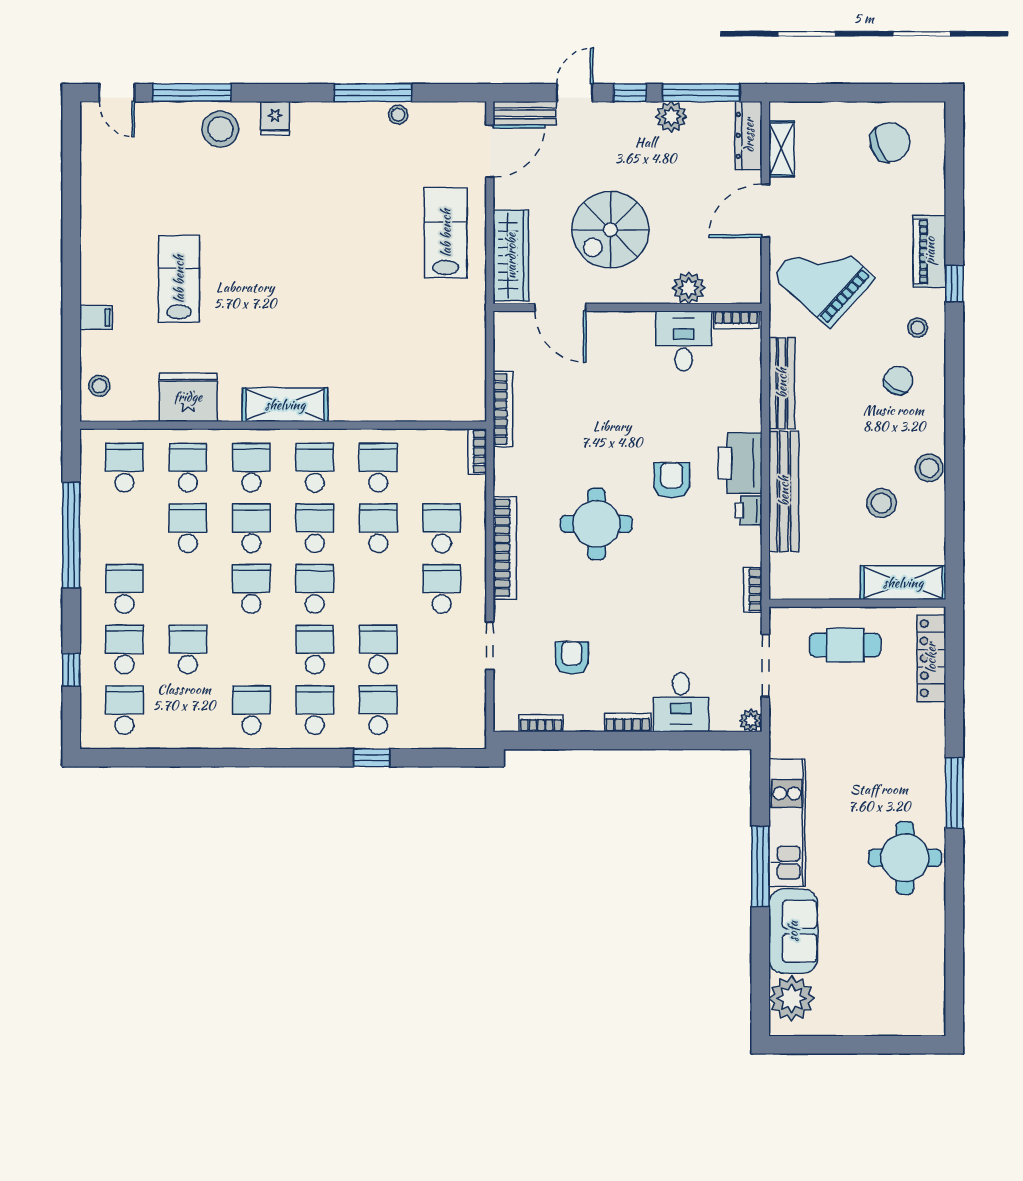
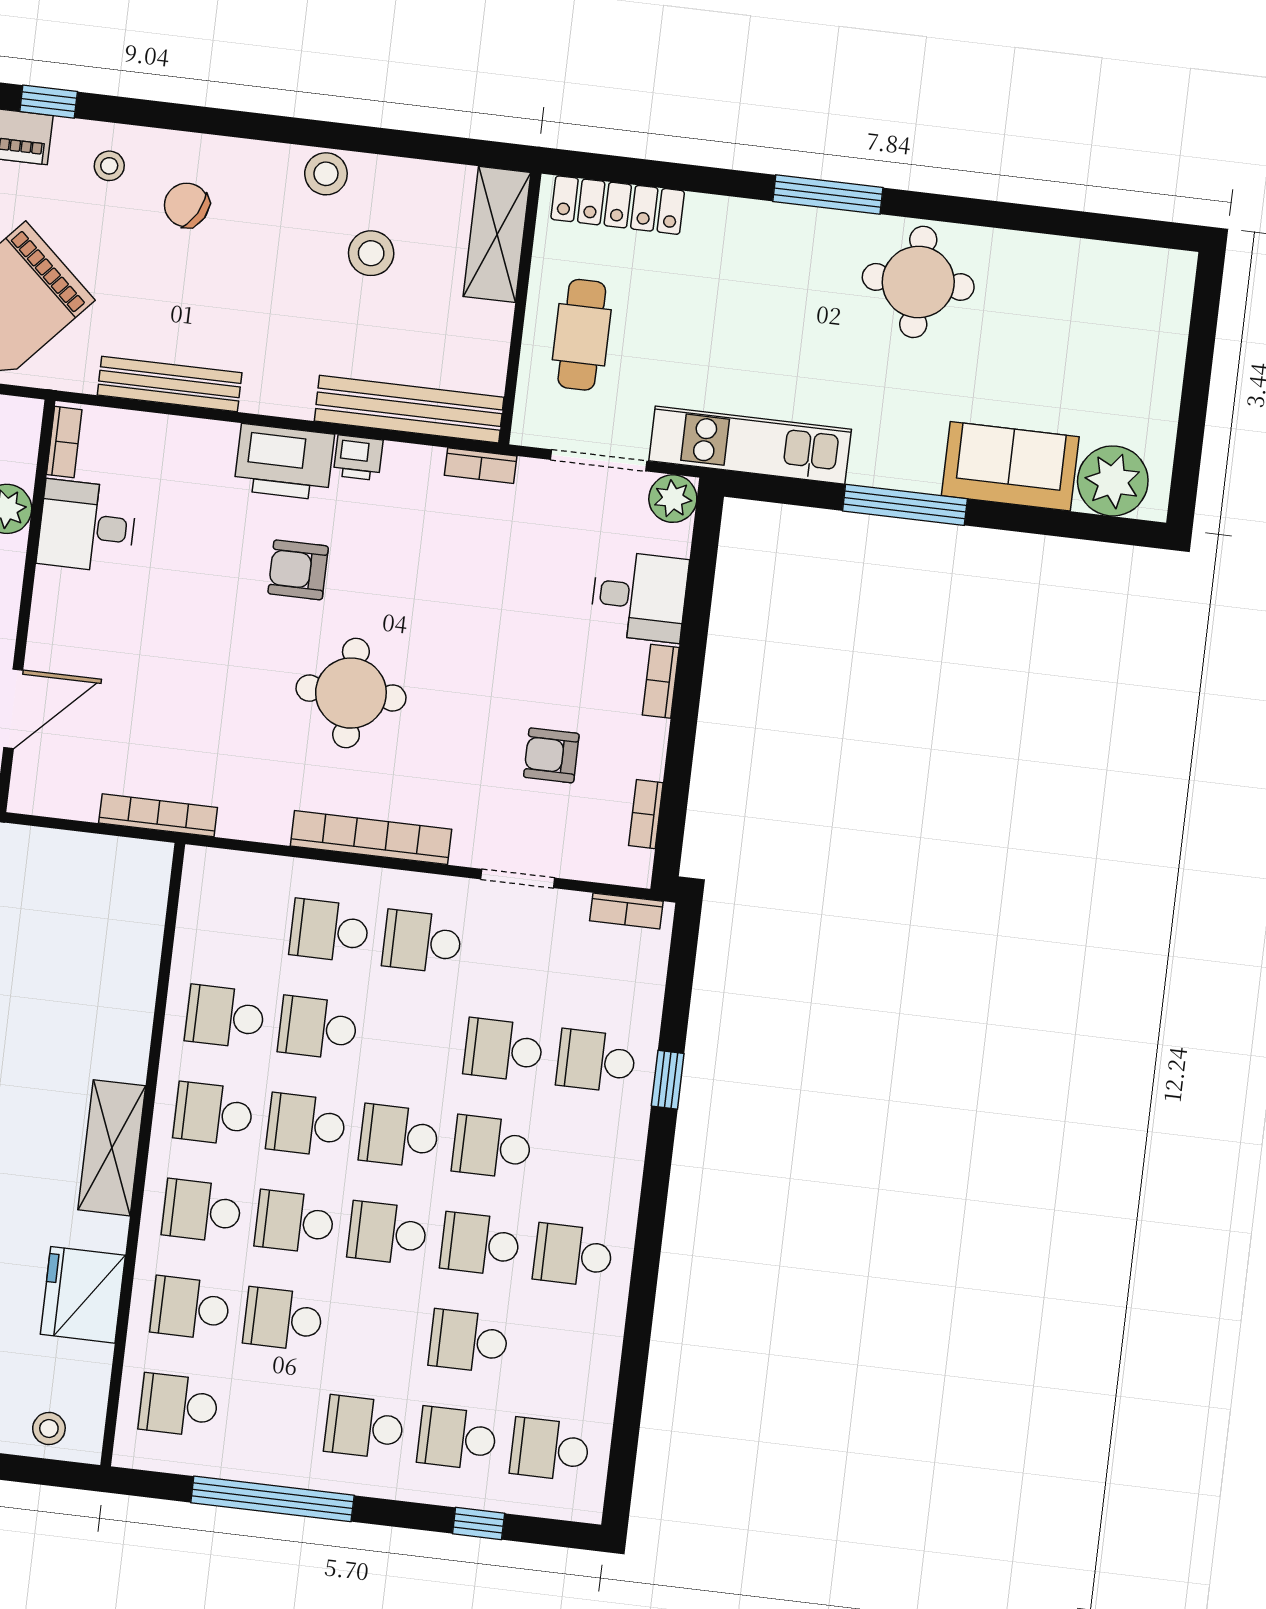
bookcase: (477, 451) -> (626, 911), moved
bench: (784, 491) -> (409, 409), moved
school desk: (315, 710) -> (480, 1244), moved
plant: (751, 721) -> (673, 499), width x1.38, depth x1.38
kitchen unit: (787, 823) -> (750, 445), moved

